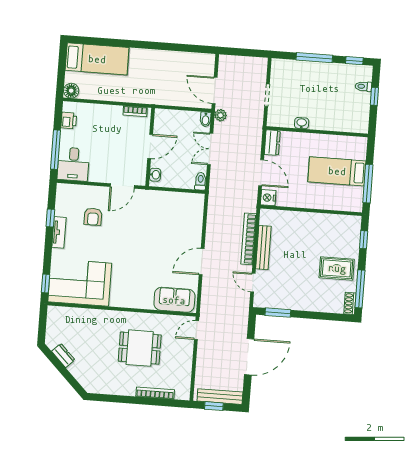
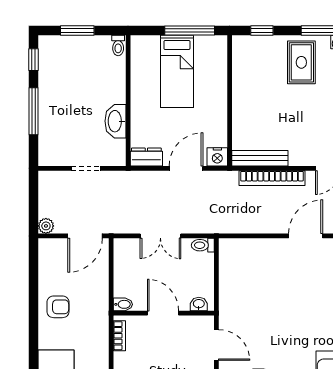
armchair: (161, 65) -> (58, 307), added
toilet: (363, 86) -> (118, 45), moved
window: (374, 96) -> (77, 30), width x1.50
plant: (221, 115) -> (46, 226), moved
bidet: (206, 119) -> (123, 304), moved
washbasin: (302, 123) -> (115, 121), width x1.91, depth x1.45
bench: (263, 248) -> (260, 158), moved
door: (202, 262) -> (306, 236), swing flipped

